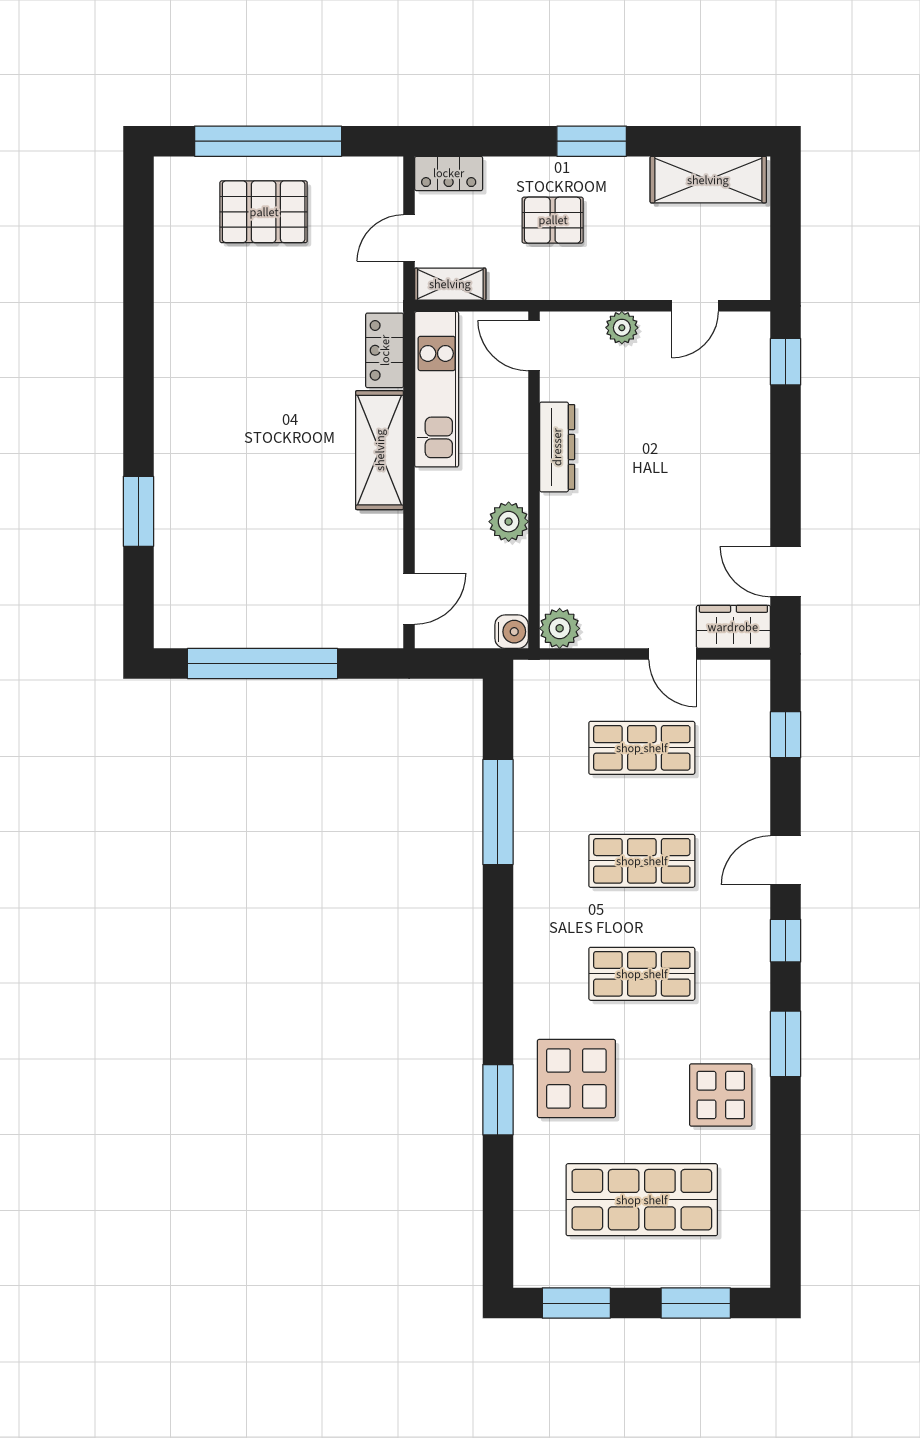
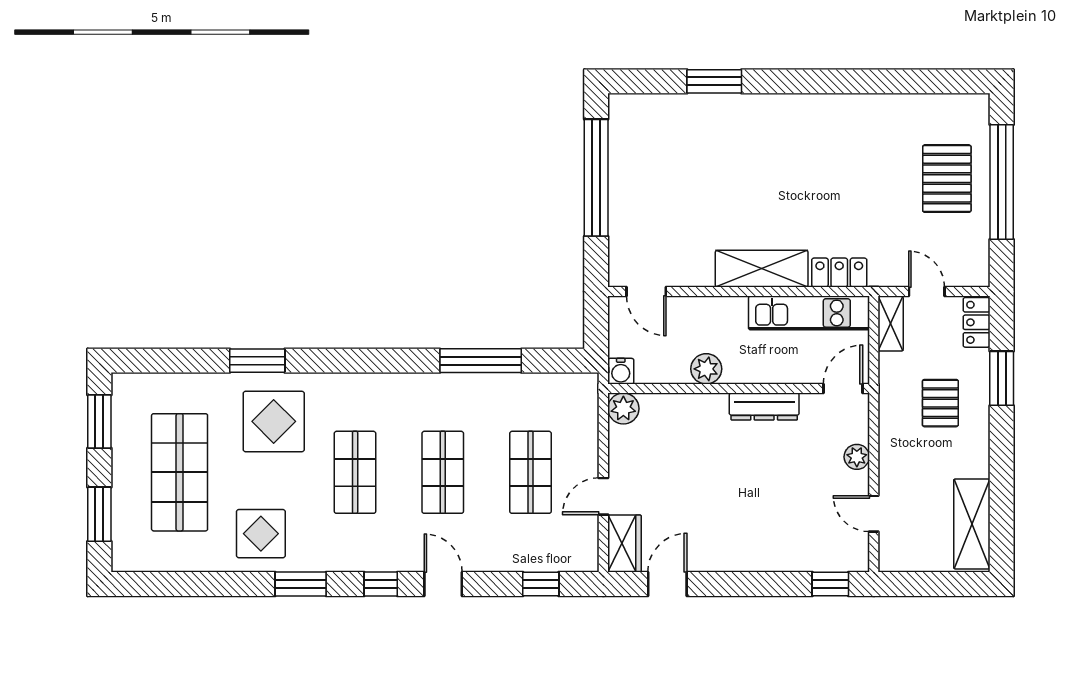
window: (592, 141) -> (1002, 378), moved

